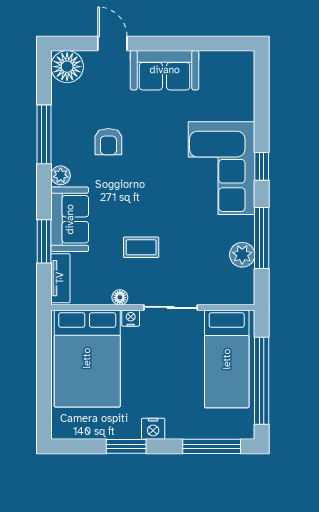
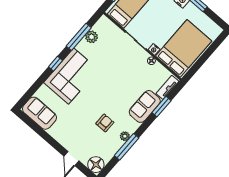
sofa: (165, 70) -> (39, 113), moved
plant: (61, 175) -> (125, 136), moved
coffee table: (141, 247) -> (127, 73), removed

